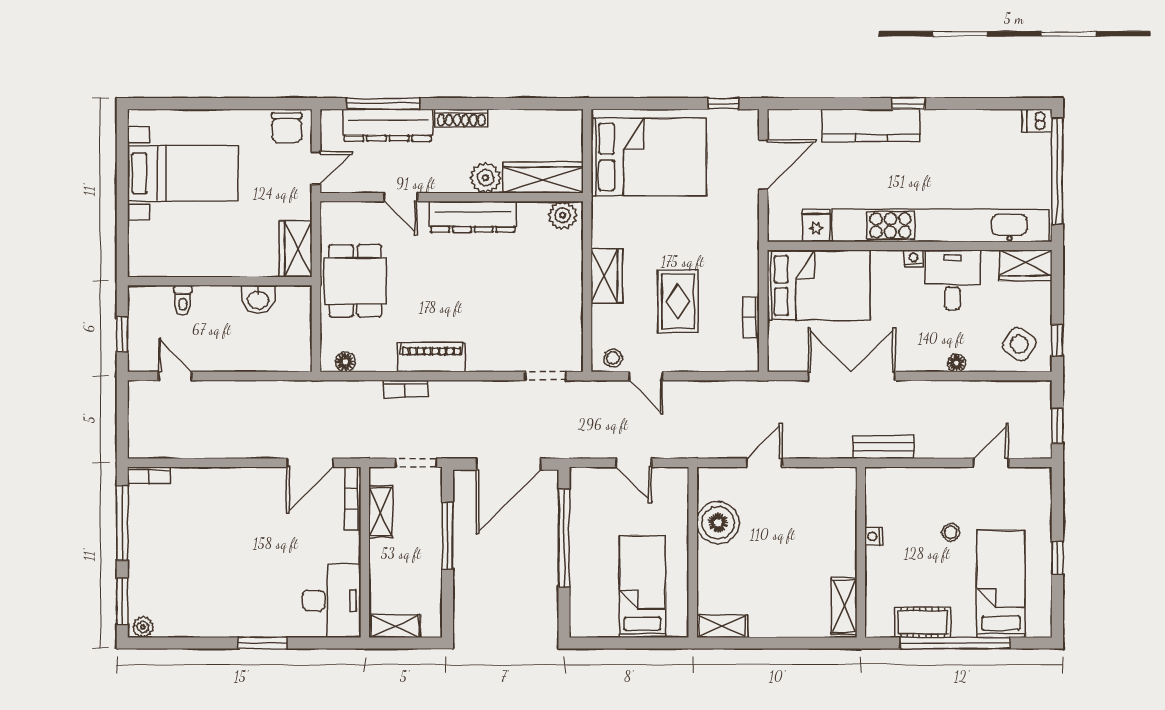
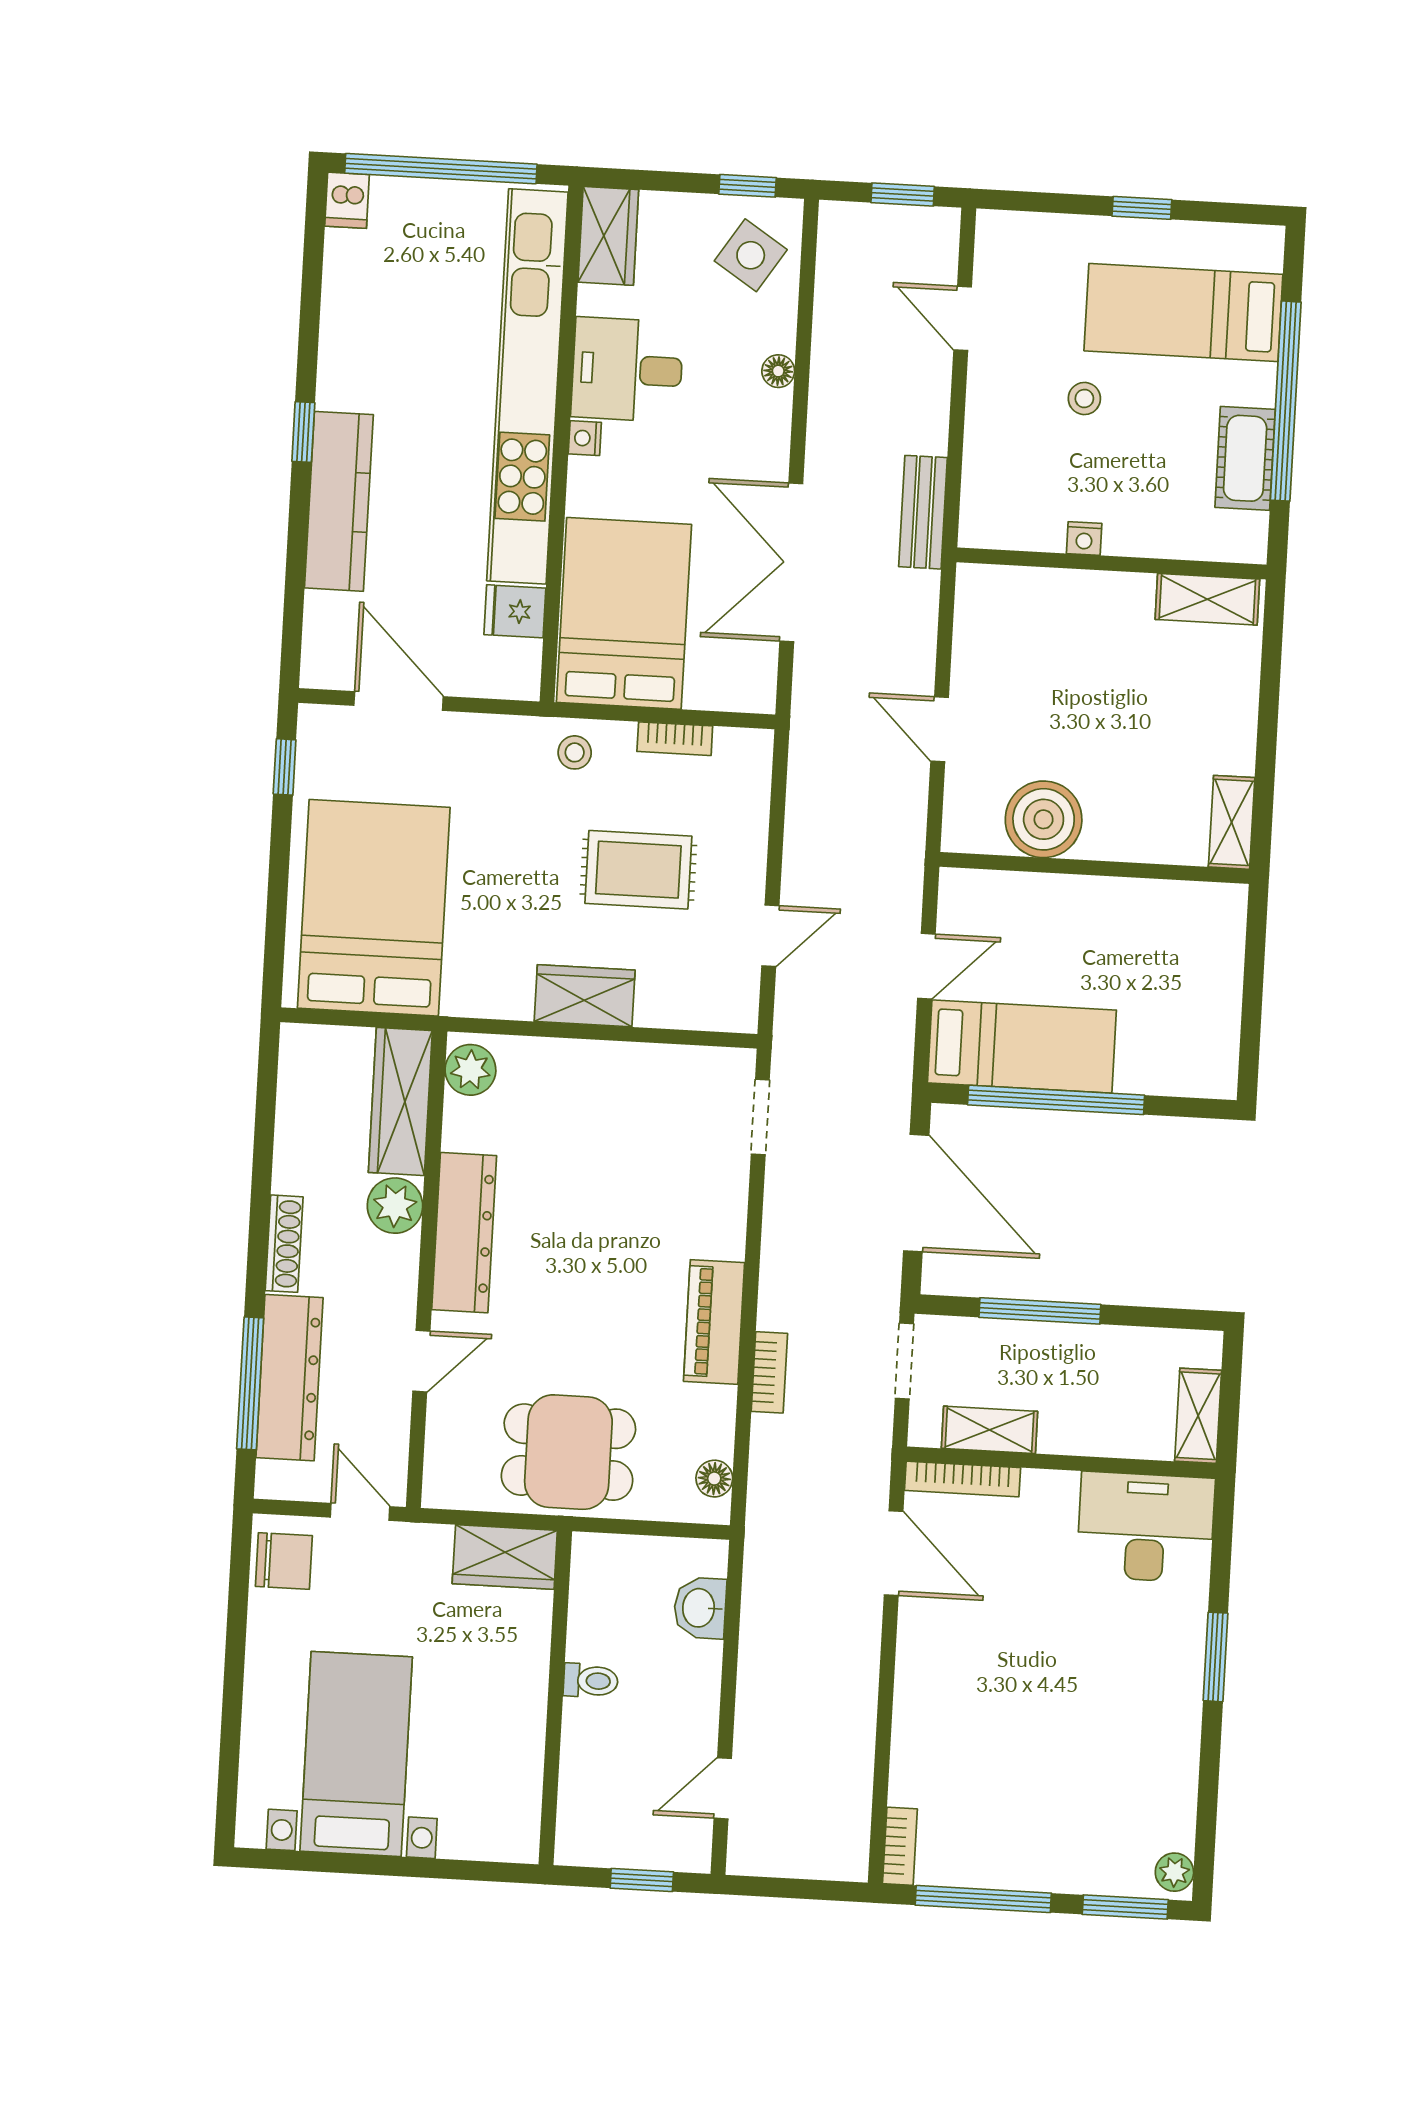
washbasin: (258, 299) -> (700, 1608), moved, turned 180
toilet: (183, 300) -> (591, 1681), moved
stool: (613, 358) -> (575, 752), moved
bed: (642, 587) -> (1022, 1046), moved, turned 180

